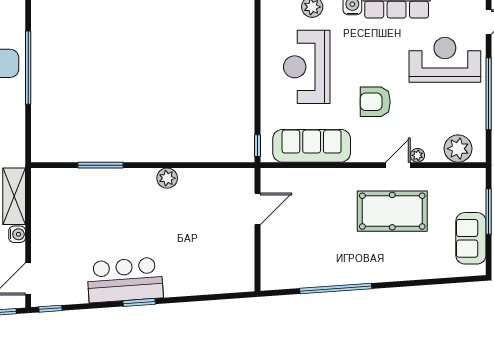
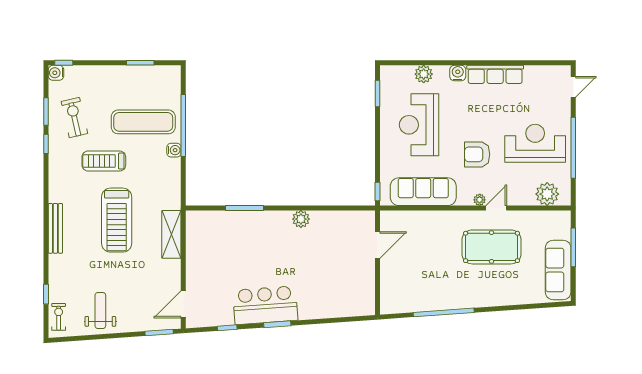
window: (258, 30) -> (377, 94), added
reception desk: (445, 60) -> (535, 143), moved
plant: (417, 155) -> (480, 200), moved
water cooler: (17, 234) -> (174, 150), moved
sofa: (471, 238) -> (558, 270), width x1.36
window: (50, 309) -> (227, 328), moved

